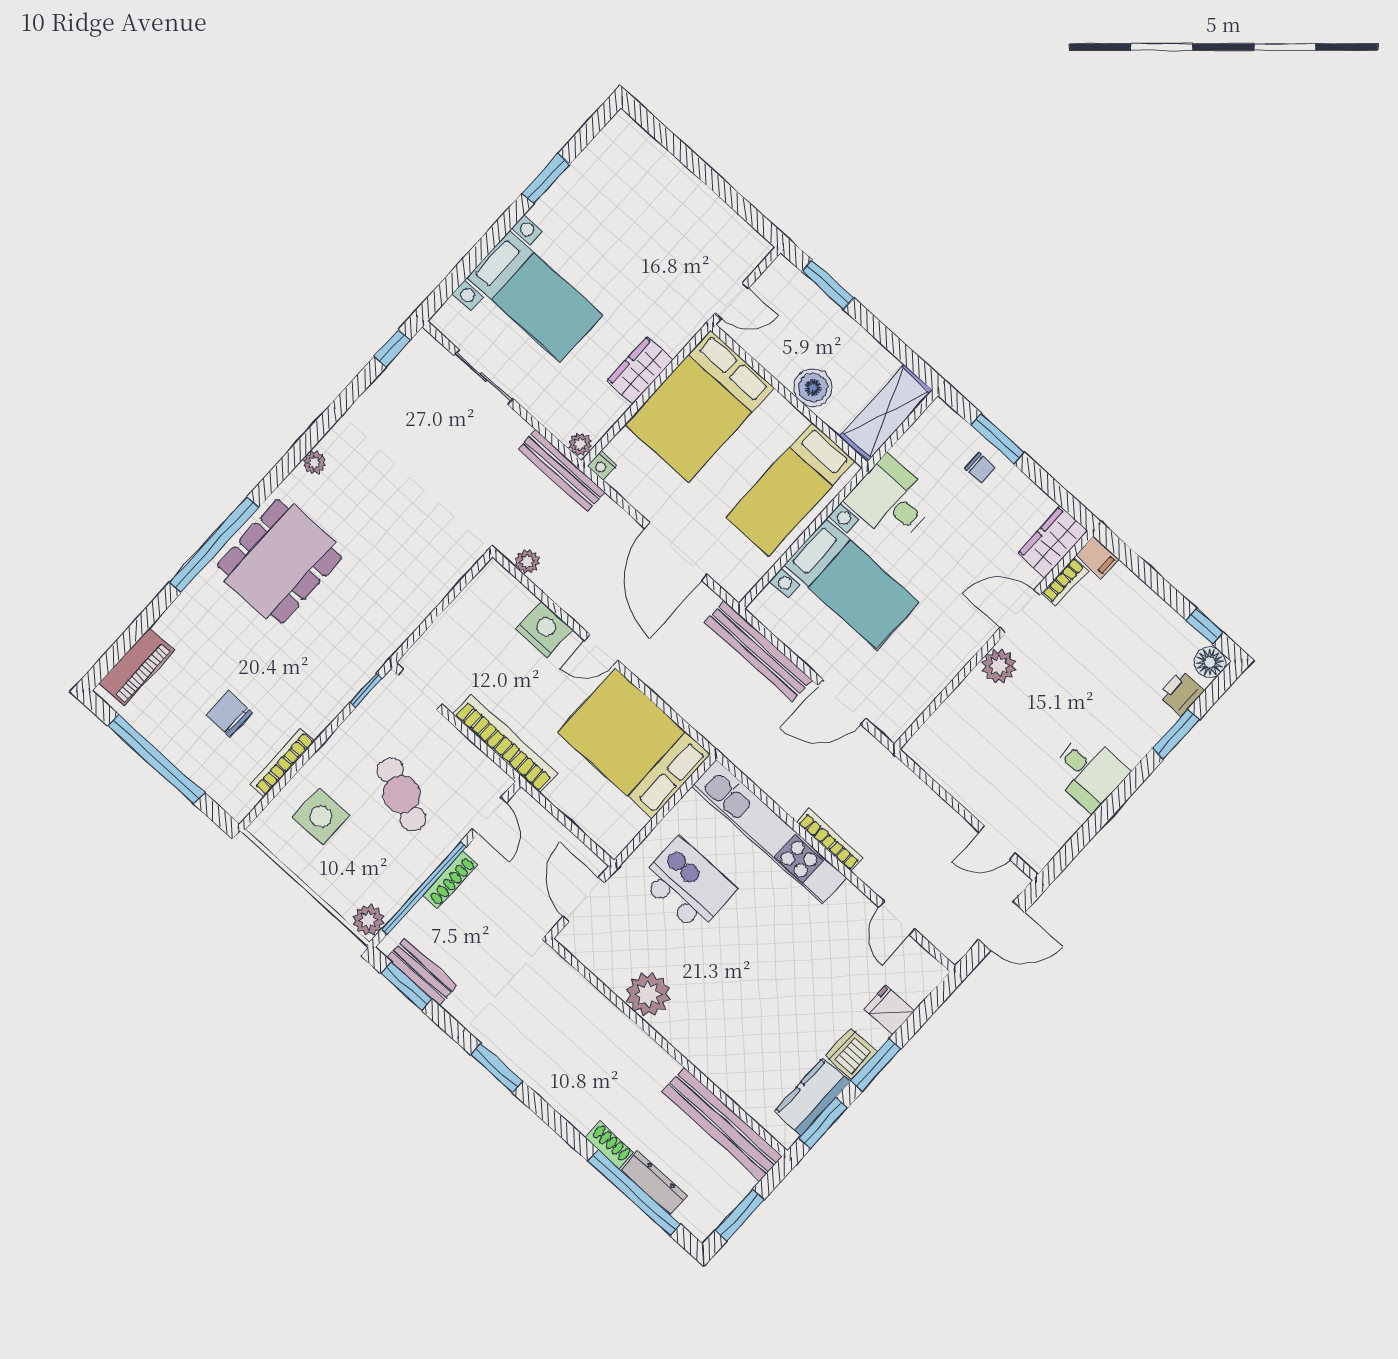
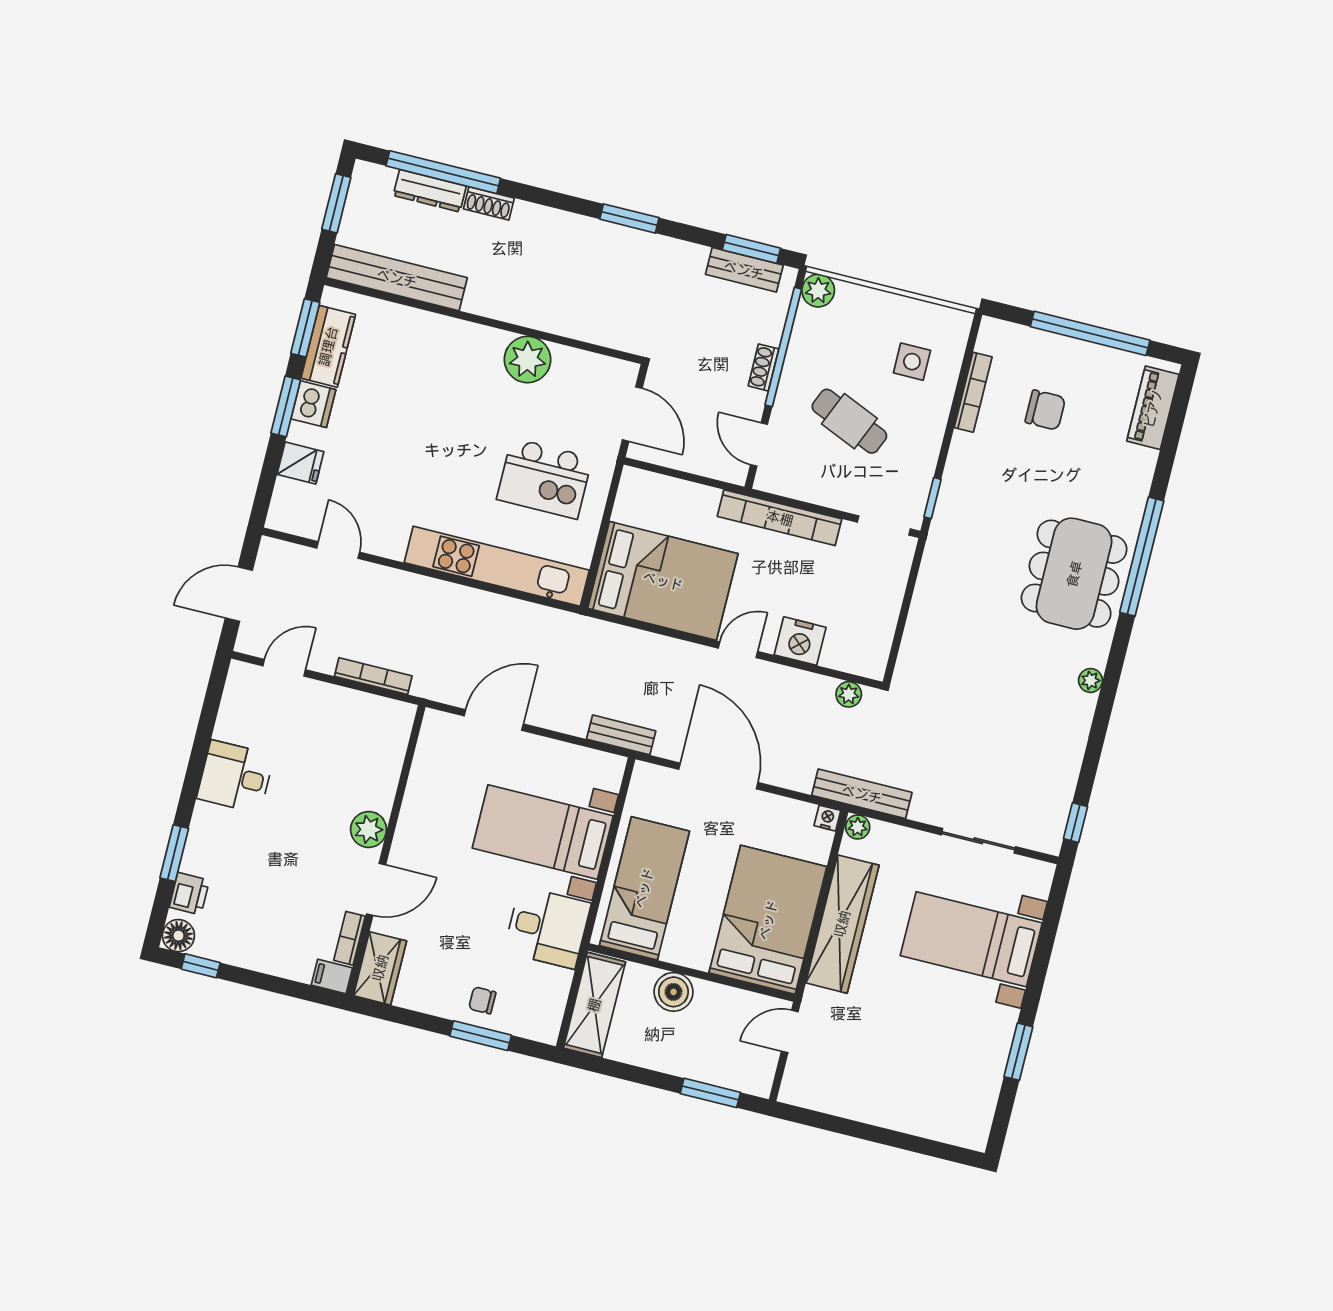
wardrobe: (640, 370) -> (842, 924), width x2.10, depth x1.17
bench: (758, 651) -> (621, 735), width x0.54, depth x0.82
side table: (321, 816) -> (912, 362), width x0.73, depth x0.73
bookcase: (830, 840) -> (373, 676), moved, turned 180
shoe rack: (450, 879) -> (763, 367), width x0.70

